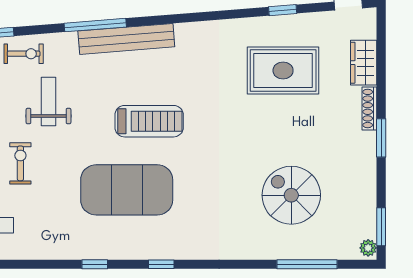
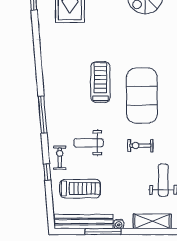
bench: (126, 39) -> (51, 96), removed
exercise bike: (20, 163) -> (140, 146), moved

